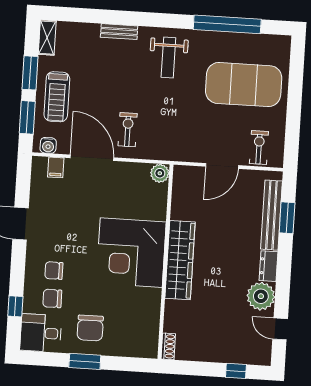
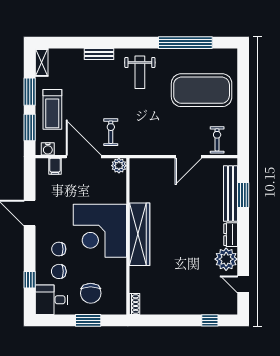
plant: (160, 173) -> (119, 166), moved
corner desk: (131, 253) -> (100, 231), moved
wardrobe: (180, 260) -> (139, 234), moved
wall: (165, 262) -> (128, 236), moved
shoe rack: (168, 346) -> (134, 304), moved

